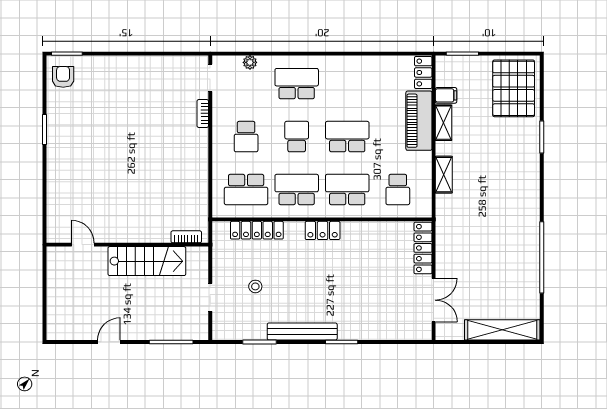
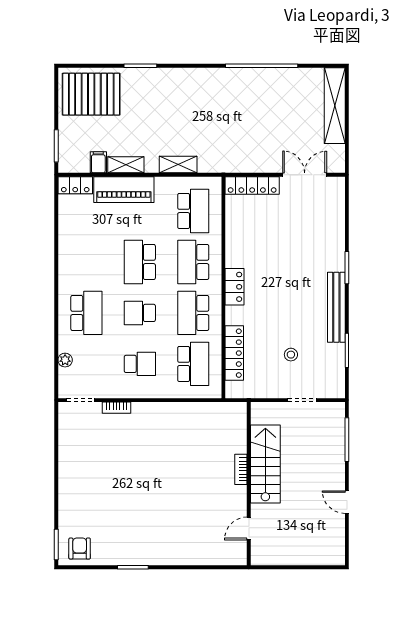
armchair: (63, 77) -> (80, 548), turned 90
school desk: (297, 84) -> (86, 313), turned 180
school desk: (398, 190) -> (193, 211), width x1.85
bookcase: (186, 237) -> (241, 469), moved

